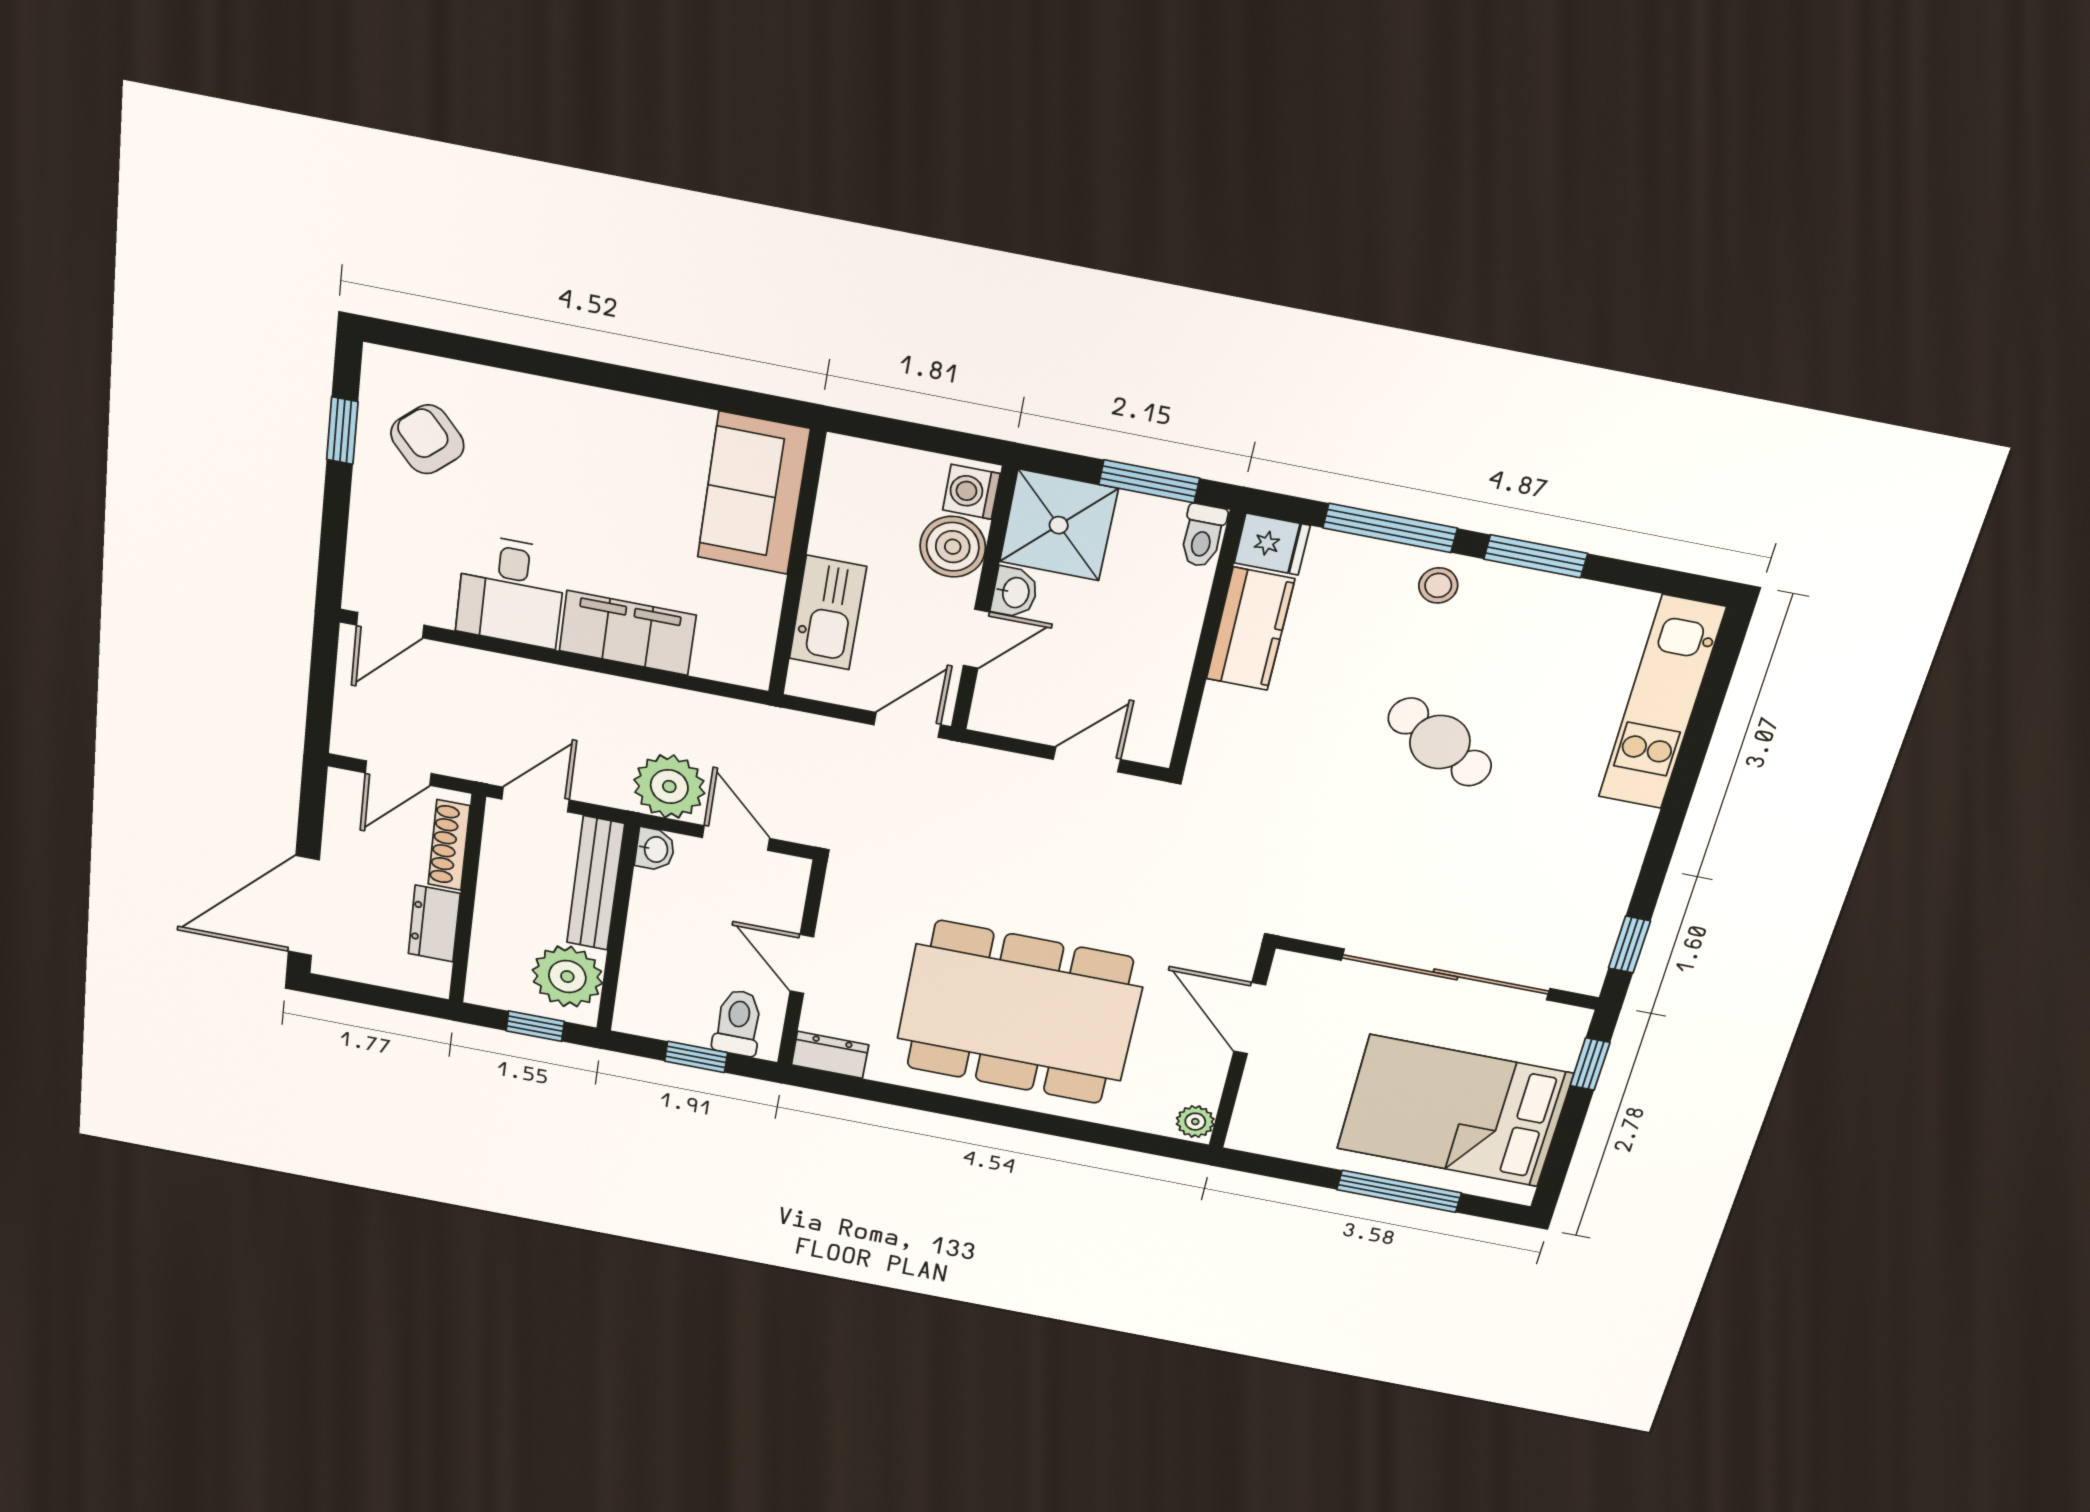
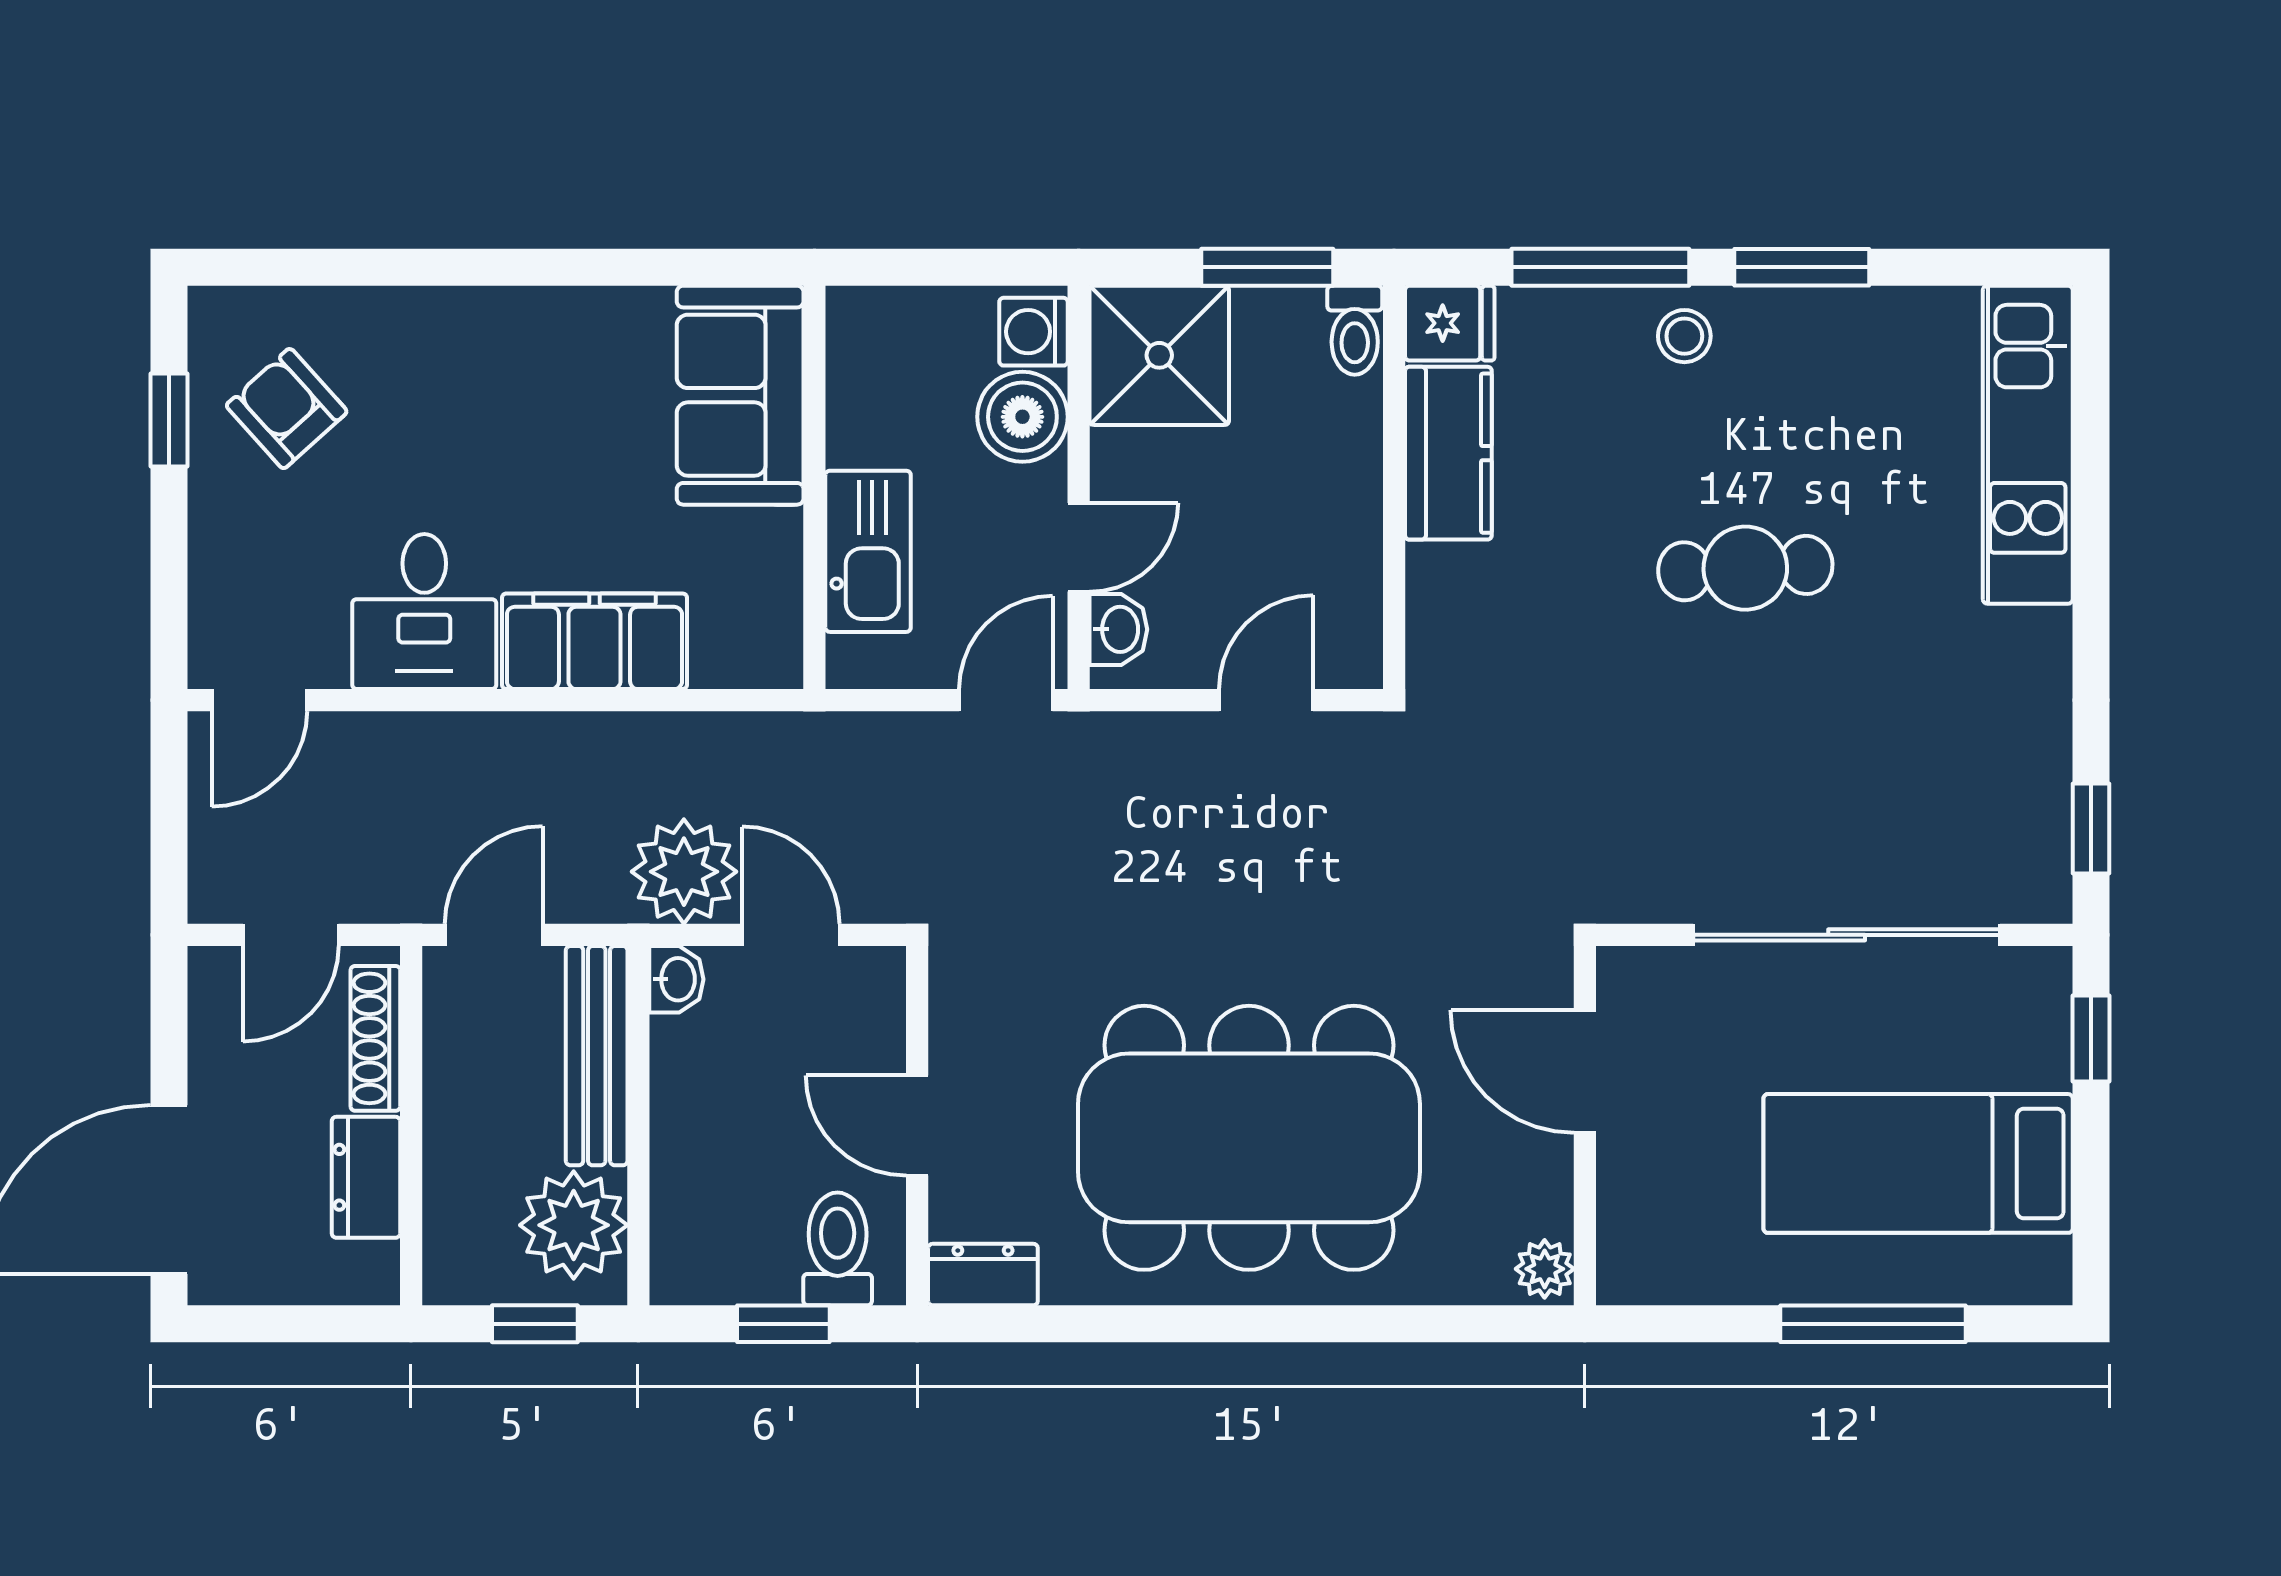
washbasin: (1015, 592) -> (1118, 629), moved
cafe table: (1440, 742) -> (1745, 568), turned -33
bed: (1454, 1111) -> (1918, 1163), width x0.67

